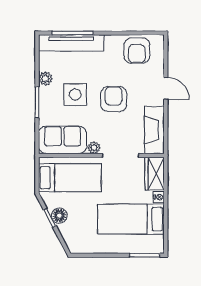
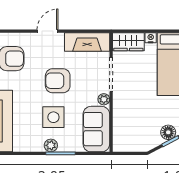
plant: (45, 79) -> (51, 145), moved
bed: (70, 178) -> (132, 122), removed

